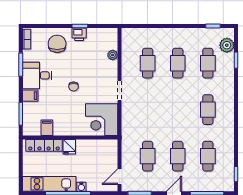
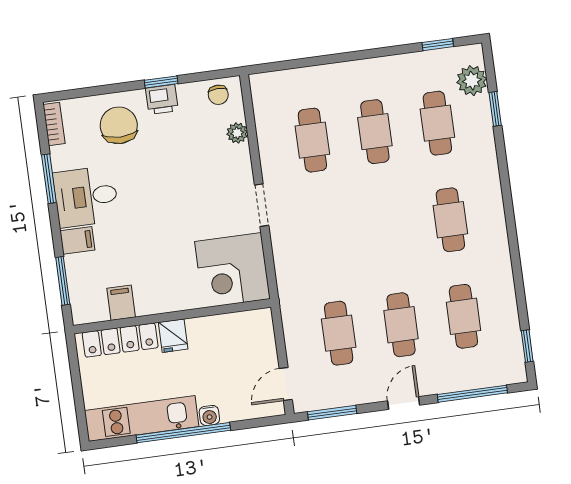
chair: (74, 87) -> (218, 95), moved

